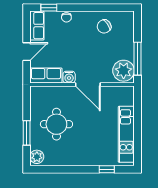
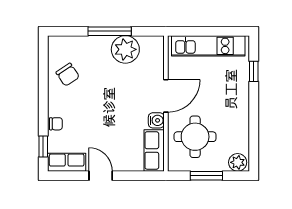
row of seats: (46, 75) -> (154, 150), moved
water cooler: (69, 77) -> (156, 120), moved
wall: (82, 84) -> (166, 103), moved
door: (88, 84) -> (166, 96), moved

